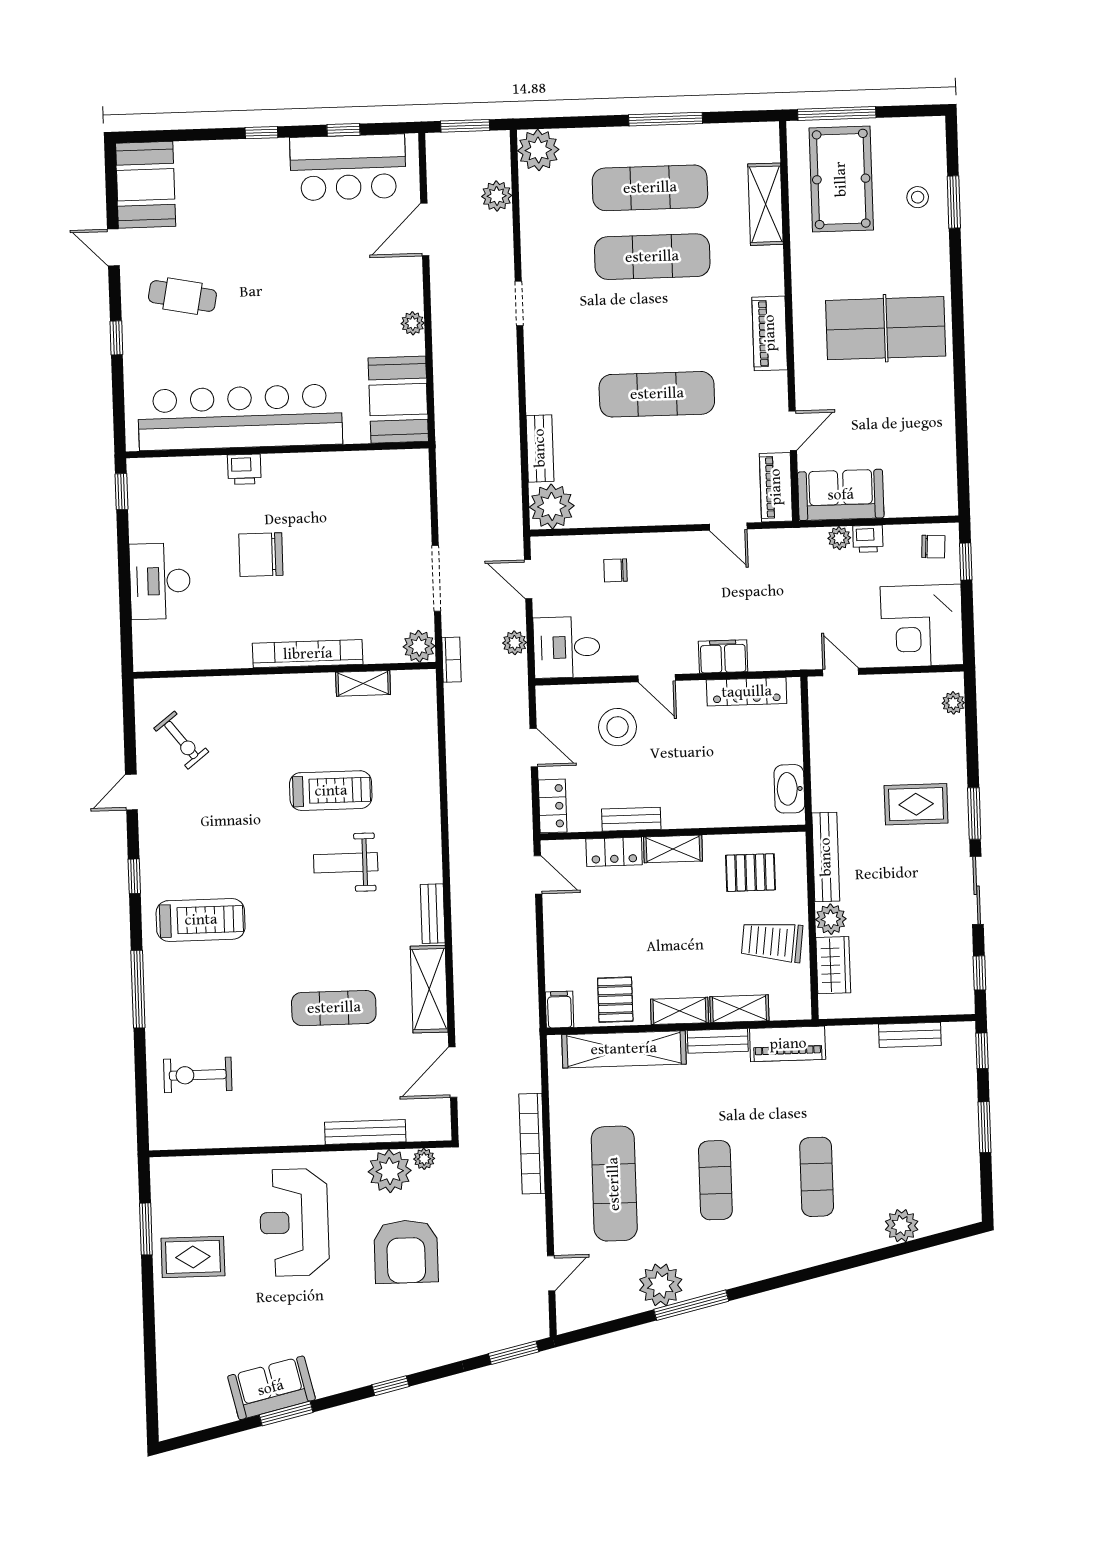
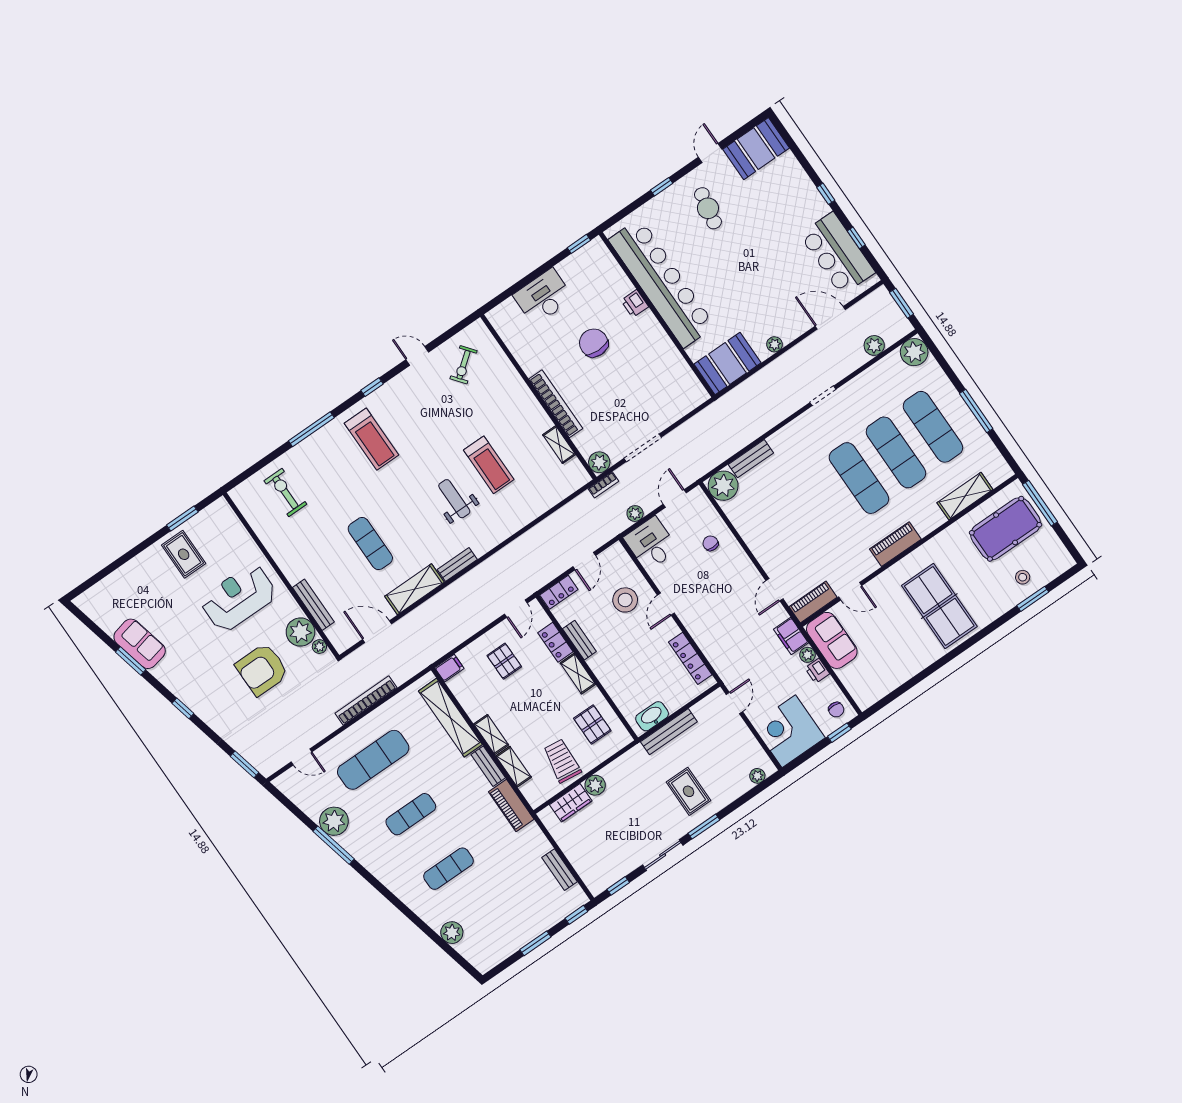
exercise mat: (657, 394) -> (859, 478), moved
filing cabinet: (723, 656) -> (791, 636), moved, turned 180
bench: (826, 857) -> (669, 732), moved
pallet: (615, 1000) -> (504, 661), moved, turned 90

